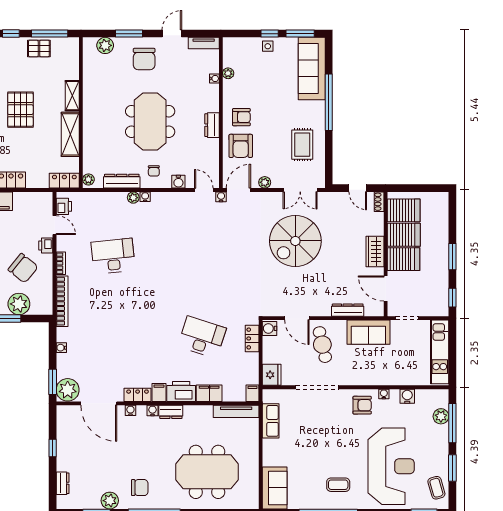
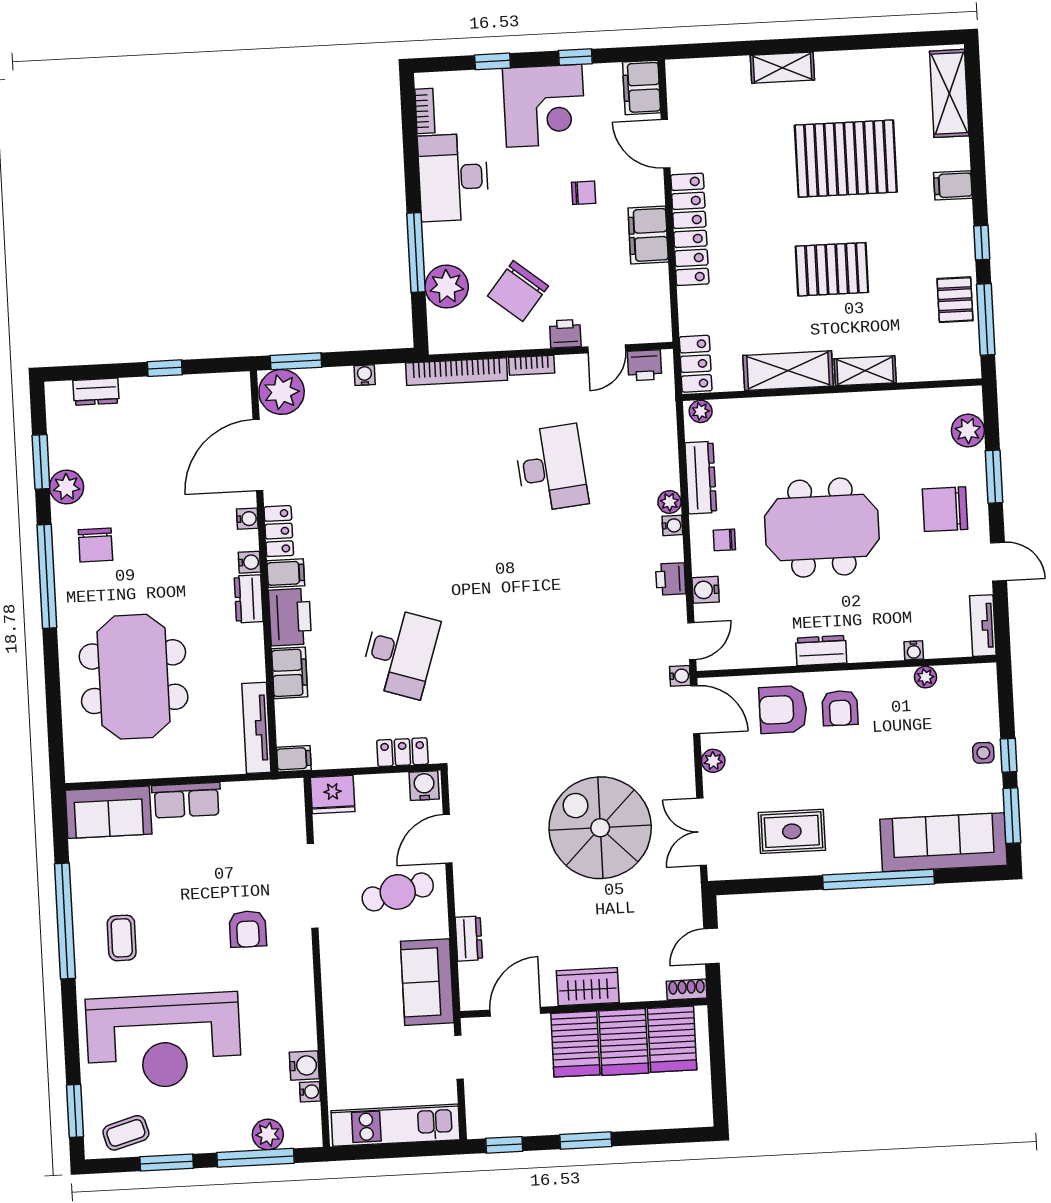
printer: (172, 199) -> (671, 579), added
dresser: (348, 310) -> (469, 939), width x0.70
water cooler: (384, 394) -> (310, 1092), moved
armchair: (362, 405) -> (248, 929), moved
row of seats: (271, 421) -> (186, 800), moved

